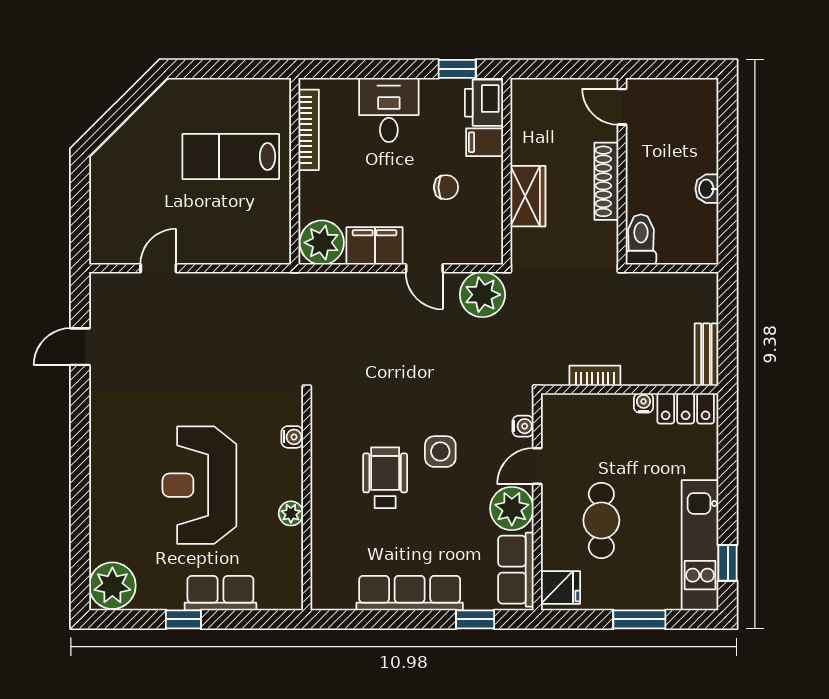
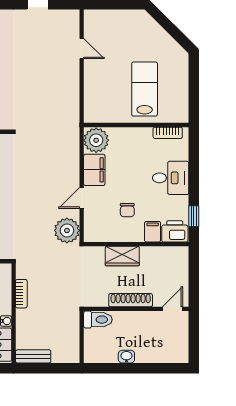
bookcase: (309, 130) -> (168, 133), width x0.64

